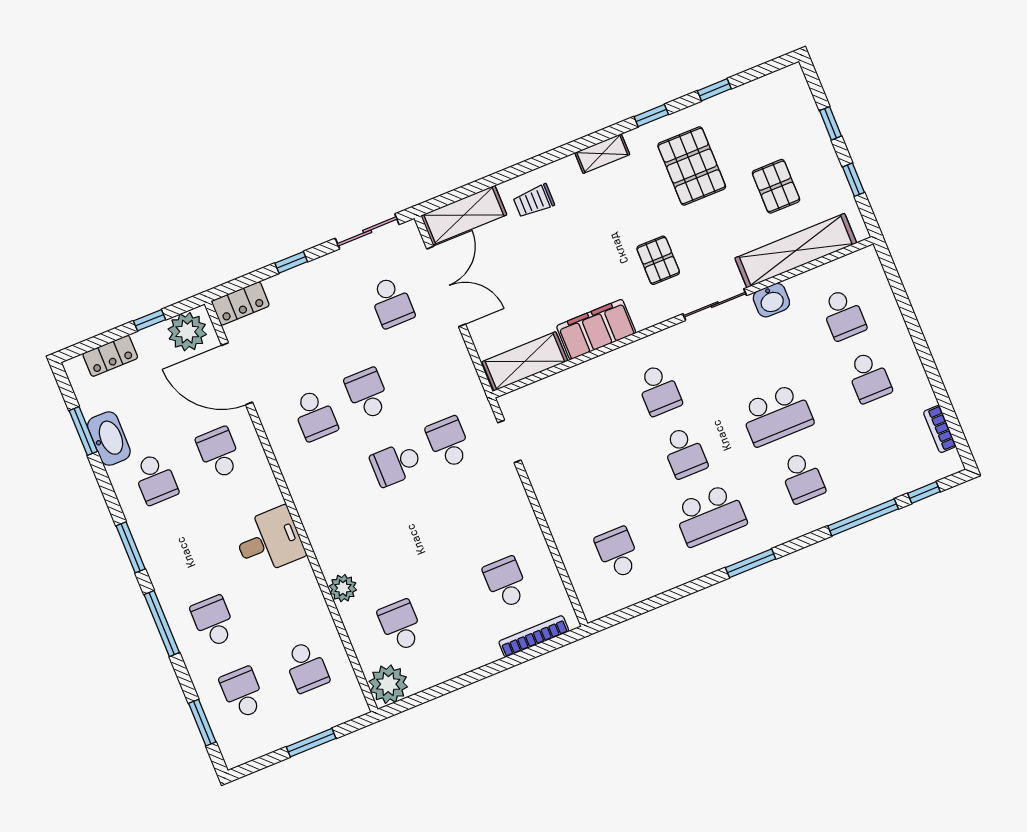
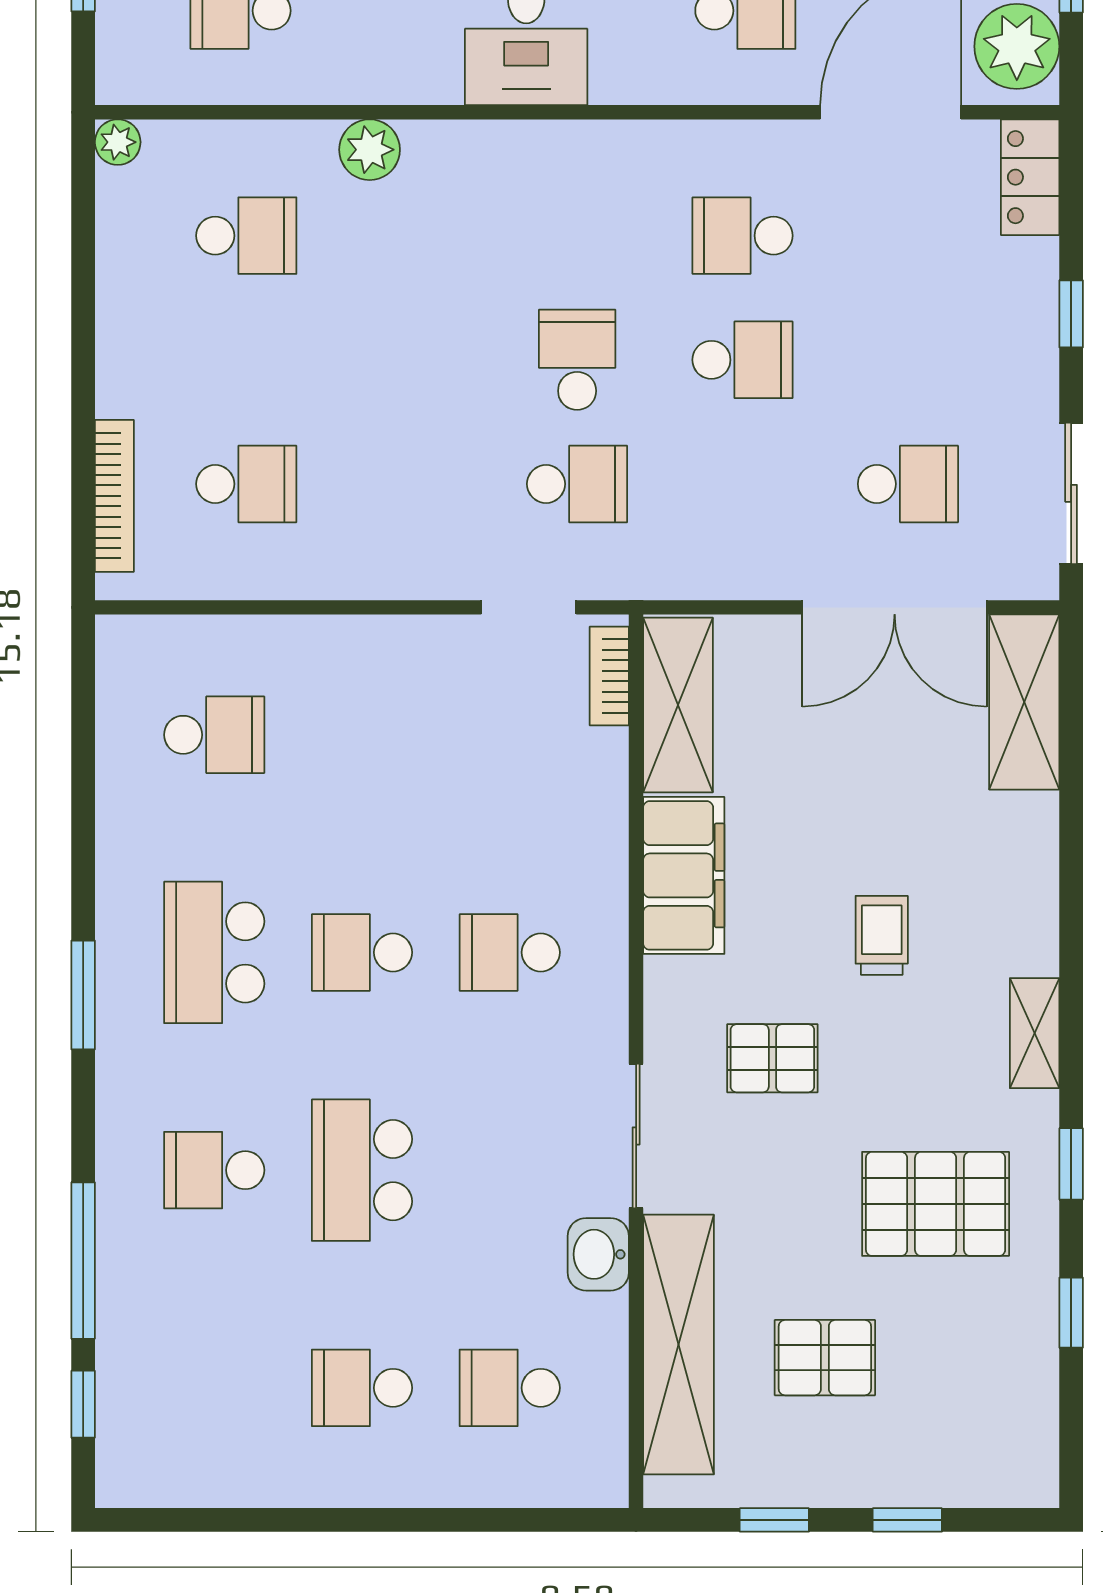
trolley: (534, 201) -> (882, 935), moved
school desk: (391, 302) -> (908, 484), turned 180
bookcase: (940, 429) -> (609, 676), moved, turned -90
plant: (388, 684) -> (118, 142), width x0.53, depth x0.53

